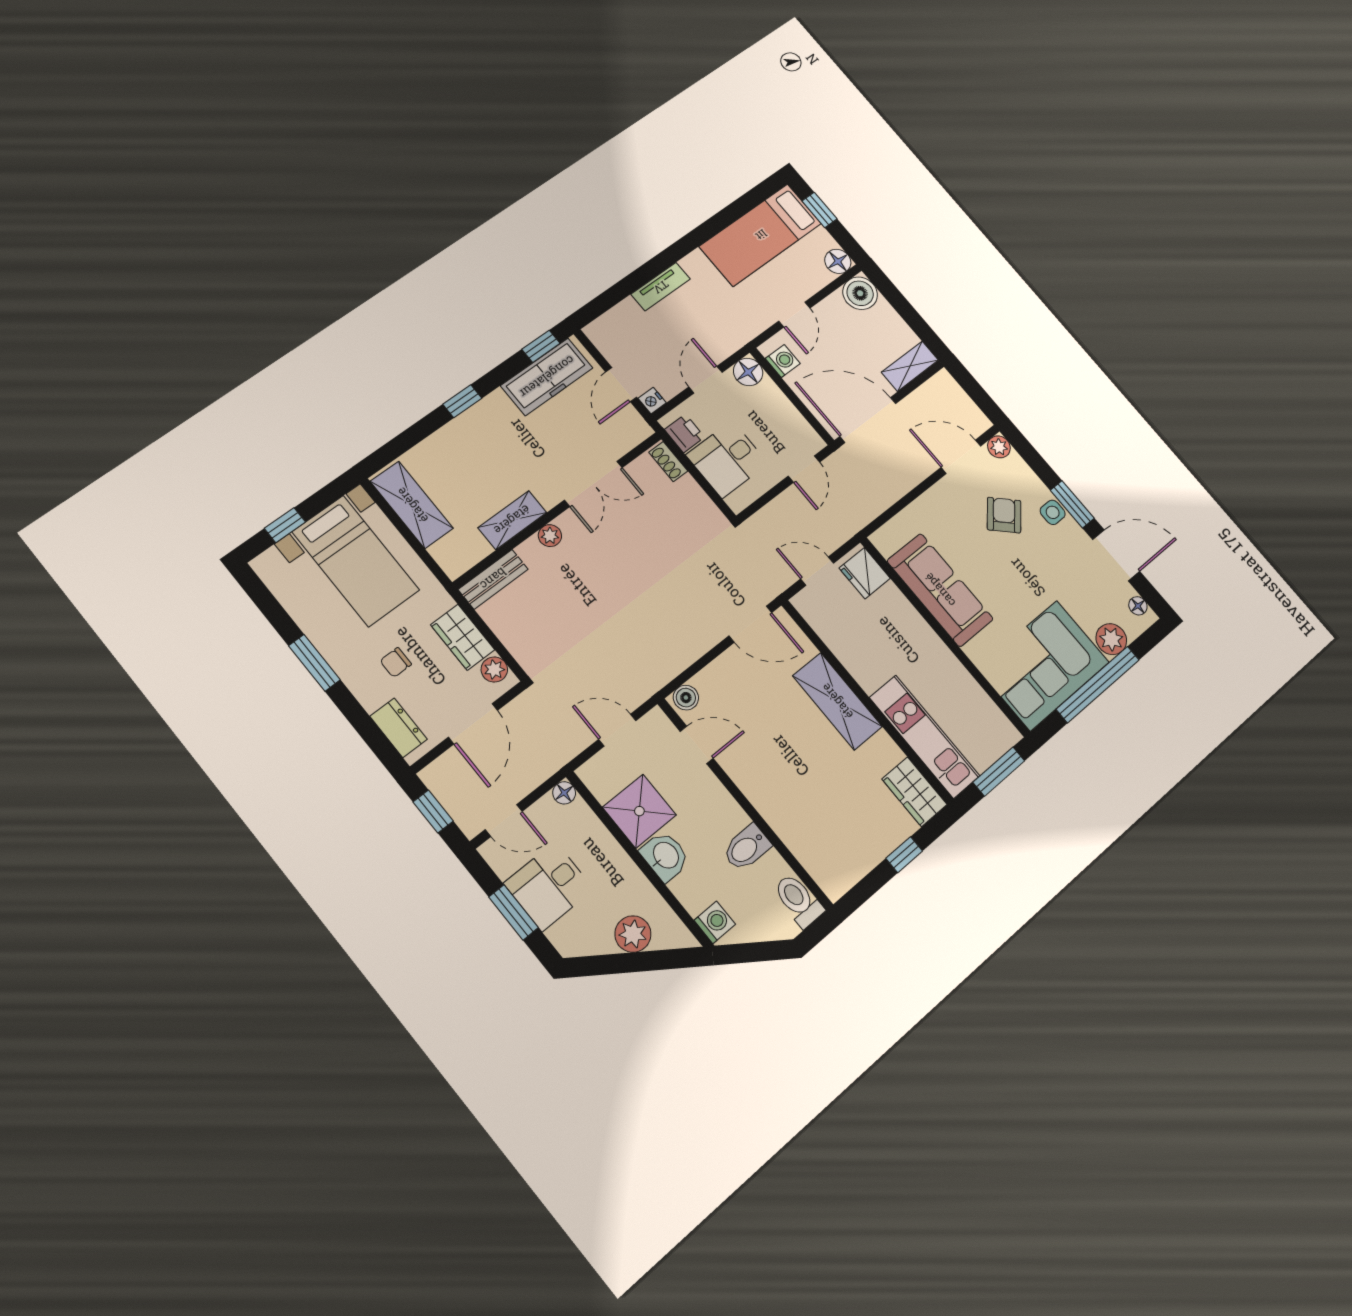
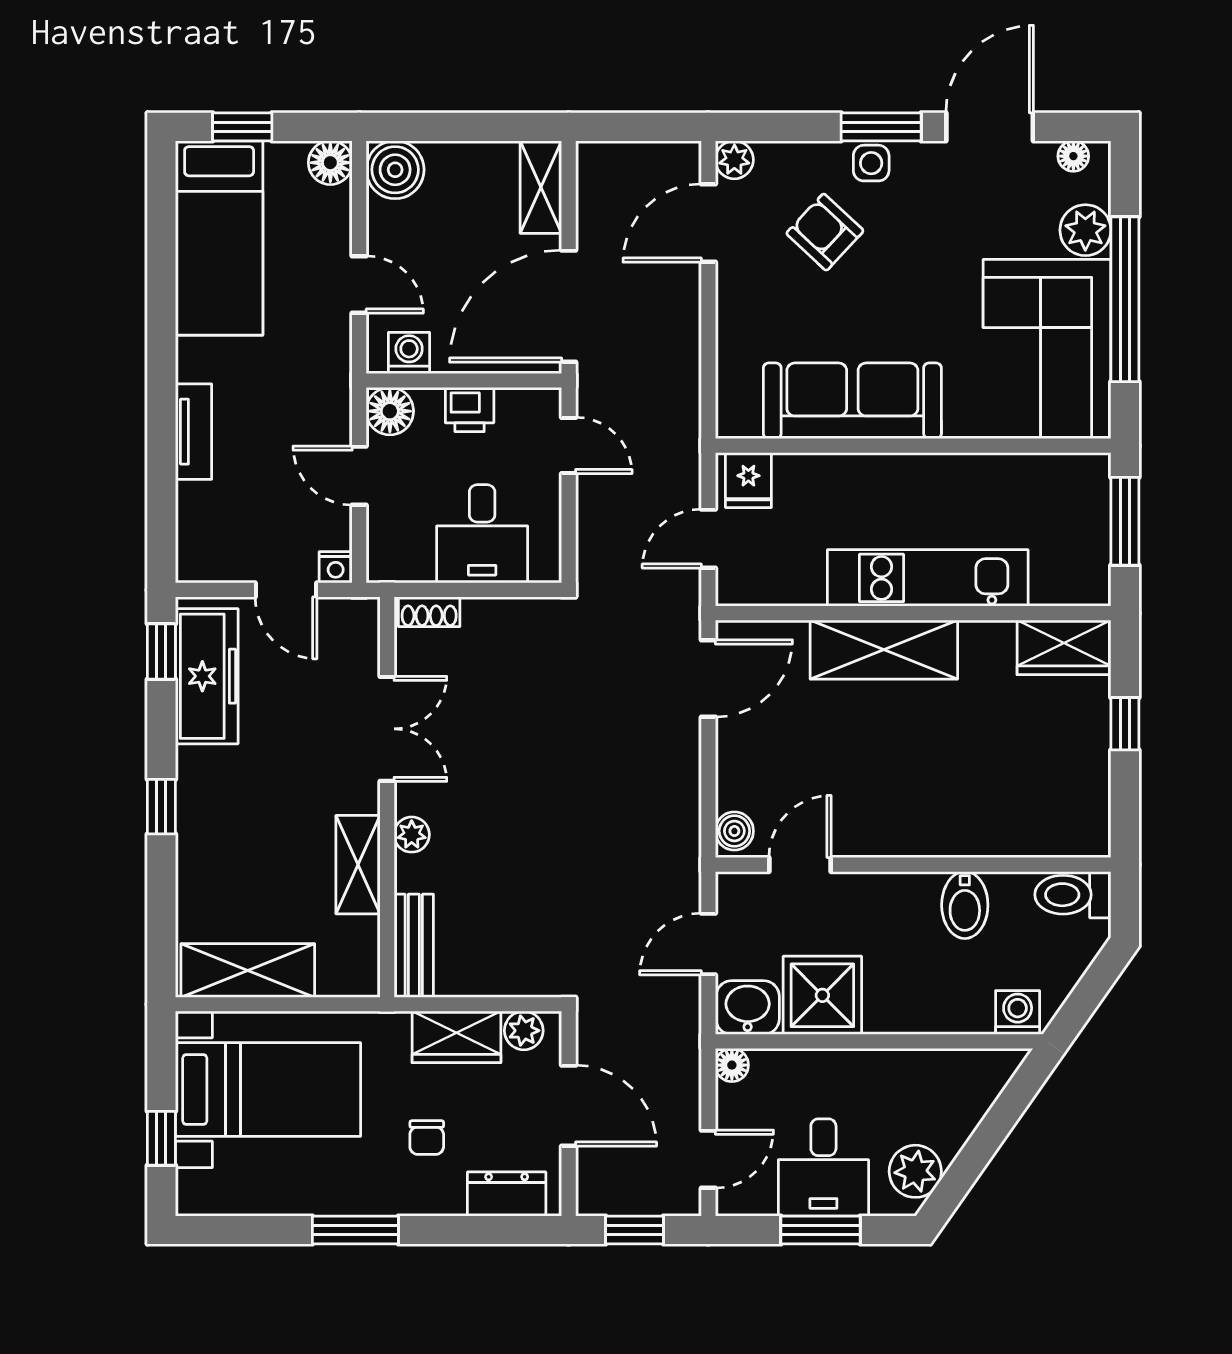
printer: (685, 433) -> (470, 410), moved, turned 180
fridge: (865, 573) -> (748, 480), width x0.72
kitchen unit: (924, 737) -> (928, 578), moved
washbasin: (665, 856) -> (748, 1008), moved
plant: (633, 934) -> (915, 1171), moved

